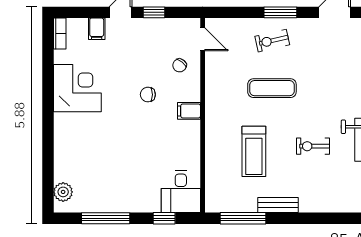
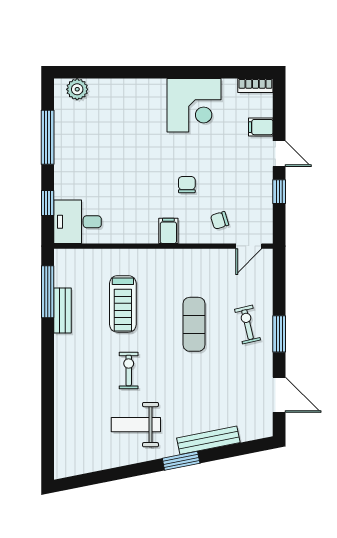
chair: (180, 65) -> (220, 220), turned -56
treadmill: (254, 151) -> (123, 304), turned -90
bench: (278, 205) -> (62, 310), moved

